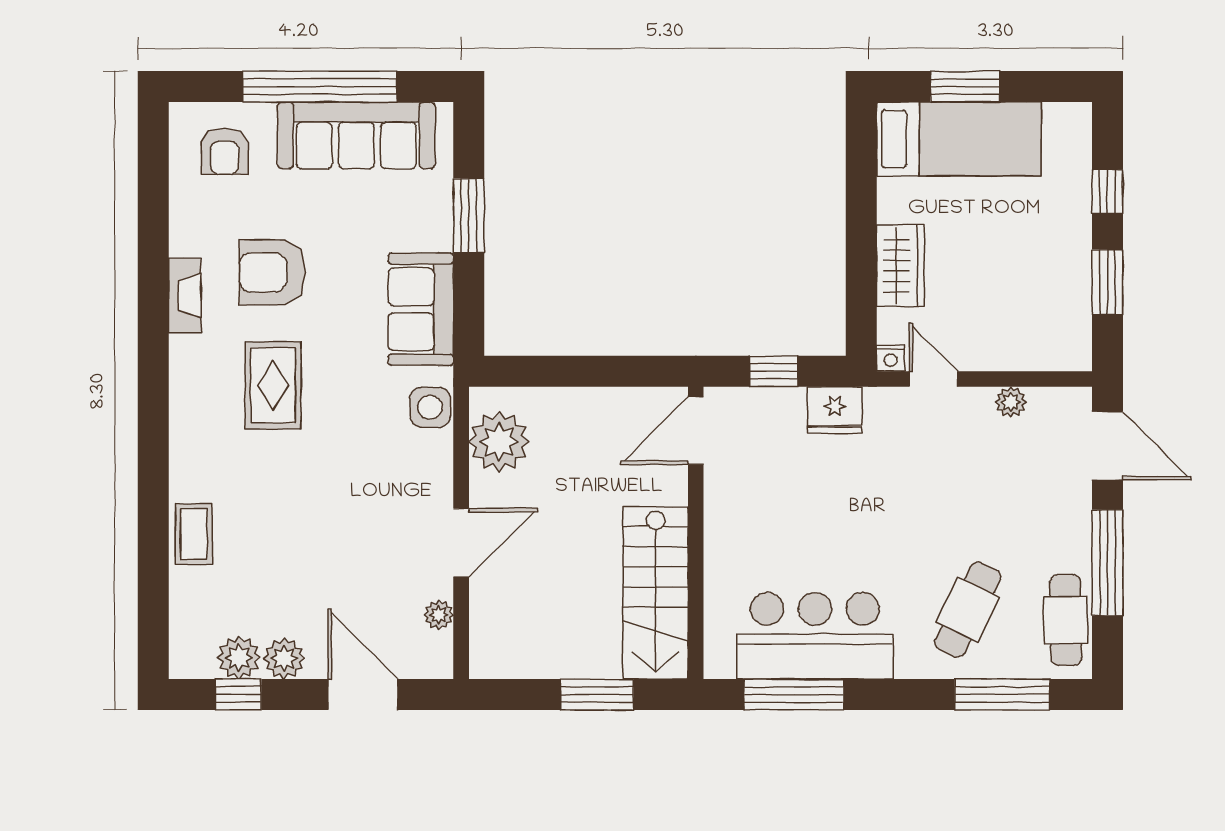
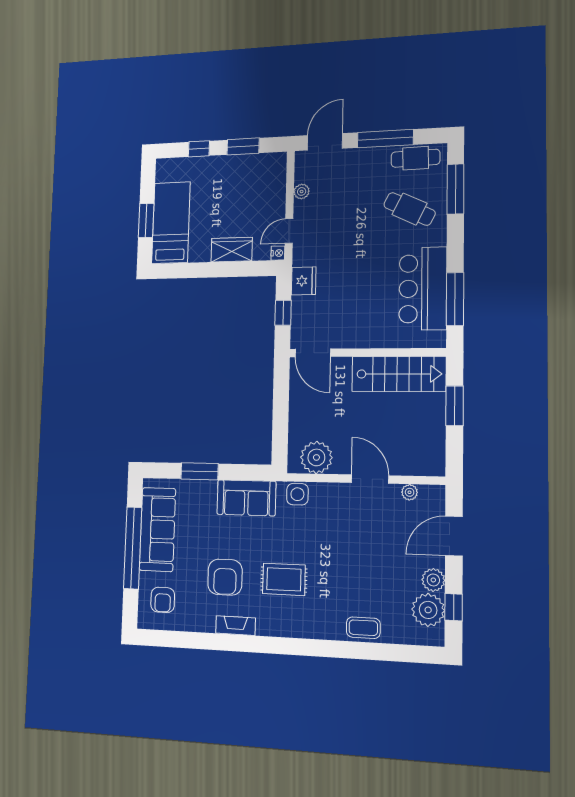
armchair: (225, 151) -> (163, 600), turned 90
plant: (239, 658) -> (428, 610), width x1.36, depth x1.36

